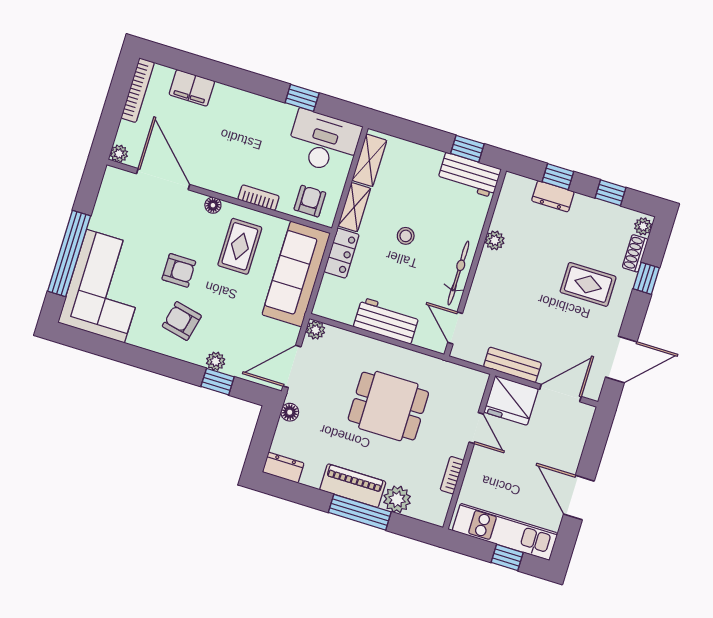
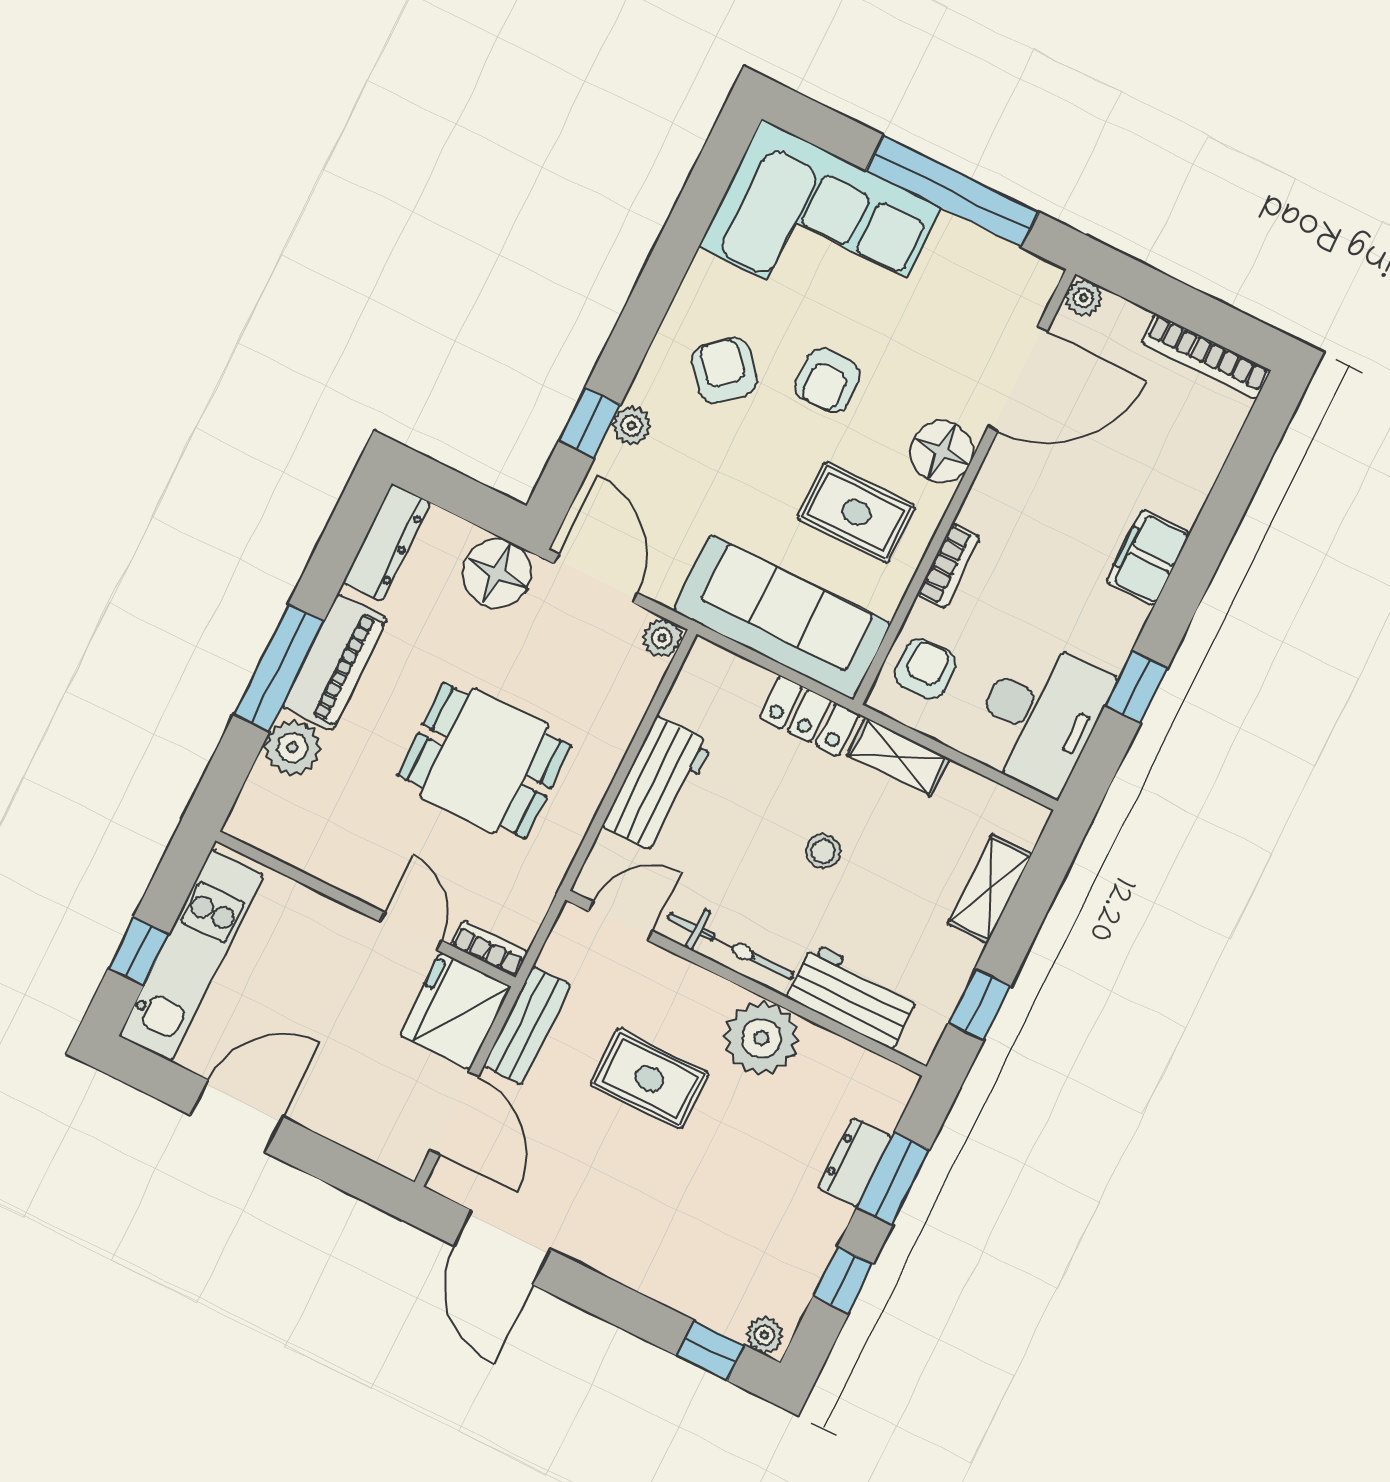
filing cabinet: (192, 88) -> (1148, 557), moved
shelving: (369, 160) -> (990, 889), moved, turned 90
workbench: (469, 175) -> (853, 996), moved, turned 90
window: (558, 177) -> (893, 1179), width x1.50
armchair: (310, 201) -> (925, 669), turned -90
floor lamp: (213, 205) -> (942, 452), width x1.89, depth x1.89
plant: (495, 240) -> (761, 1038), width x1.87, depth x1.87
shoe rack: (635, 253) -> (712, 1310), removed
window: (69, 254) -> (952, 191), moved
window: (646, 278) -> (710, 1350), moved
rug: (588, 284) -> (650, 1079), moved, turned 90
armchair: (182, 321) -> (724, 370), turned -54
dining table: (388, 406) -> (484, 761), turned 90
floor lamp: (290, 412) -> (497, 573), width x1.89, depth x1.89
door: (476, 428) -> (411, 931), swing flipped
dresser: (283, 468) -> (387, 543), width x1.44
bookcase: (452, 475) -> (490, 949), moved

